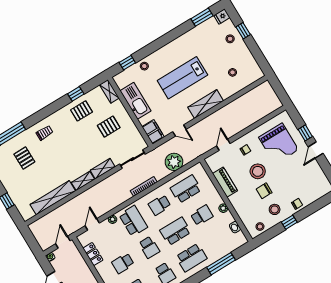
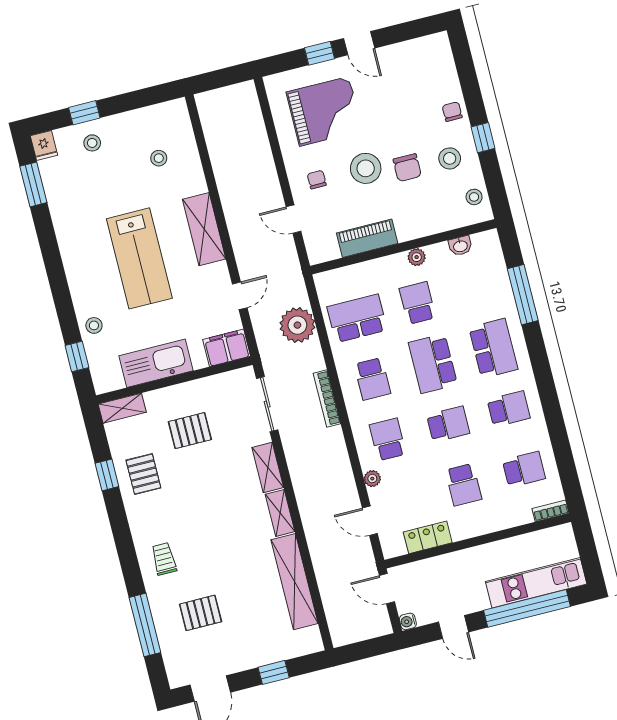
pallet: (109, 127) -> (190, 431), turned 90
school desk: (186, 189) -> (357, 318), turned 90
school desk: (133, 221) -> (388, 439), width x0.54

